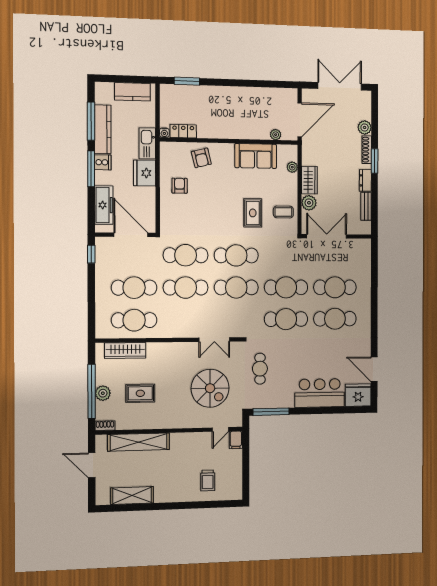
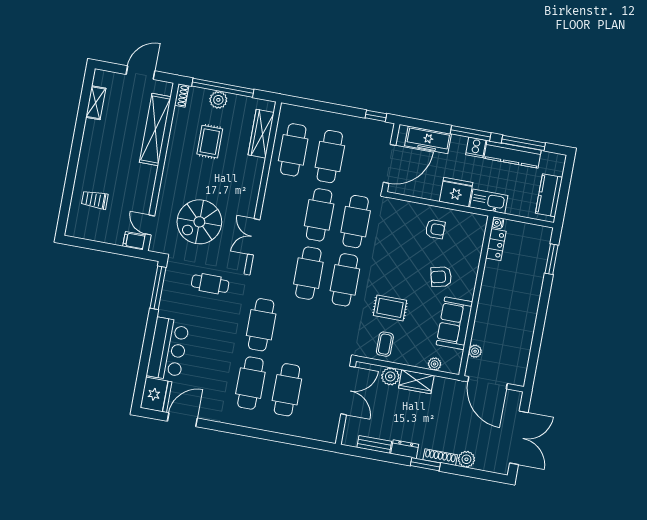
armchair: (201, 158) -> (441, 277), moved
cafe table: (286, 287) -> (298, 331), removed
shelving: (132, 495) -> (96, 103), width x0.67, depth x0.75

